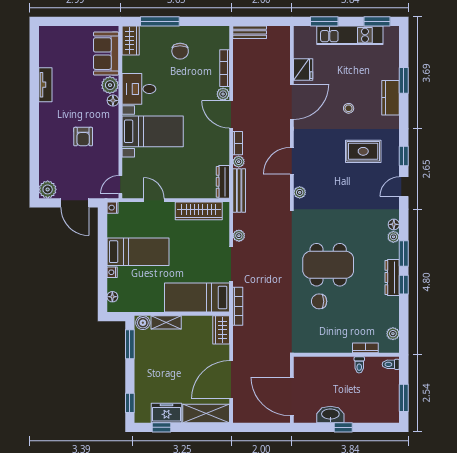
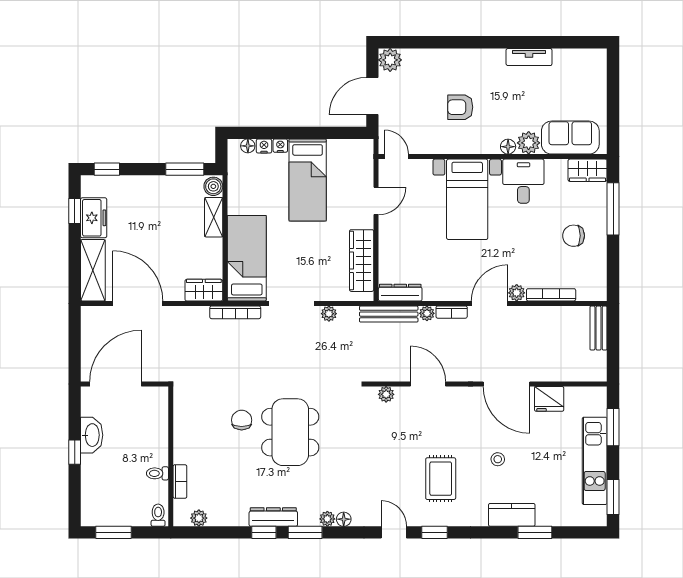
nightstand: (112, 208) -> (264, 146), moved

